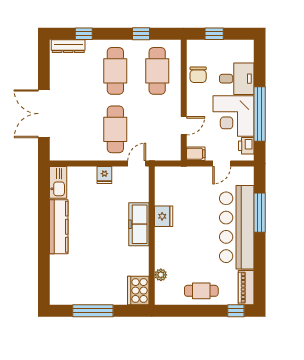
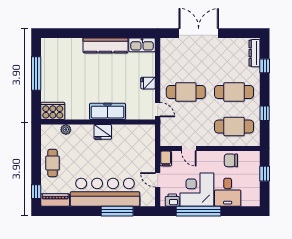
fridge: (164, 216) -> (103, 132), moved

